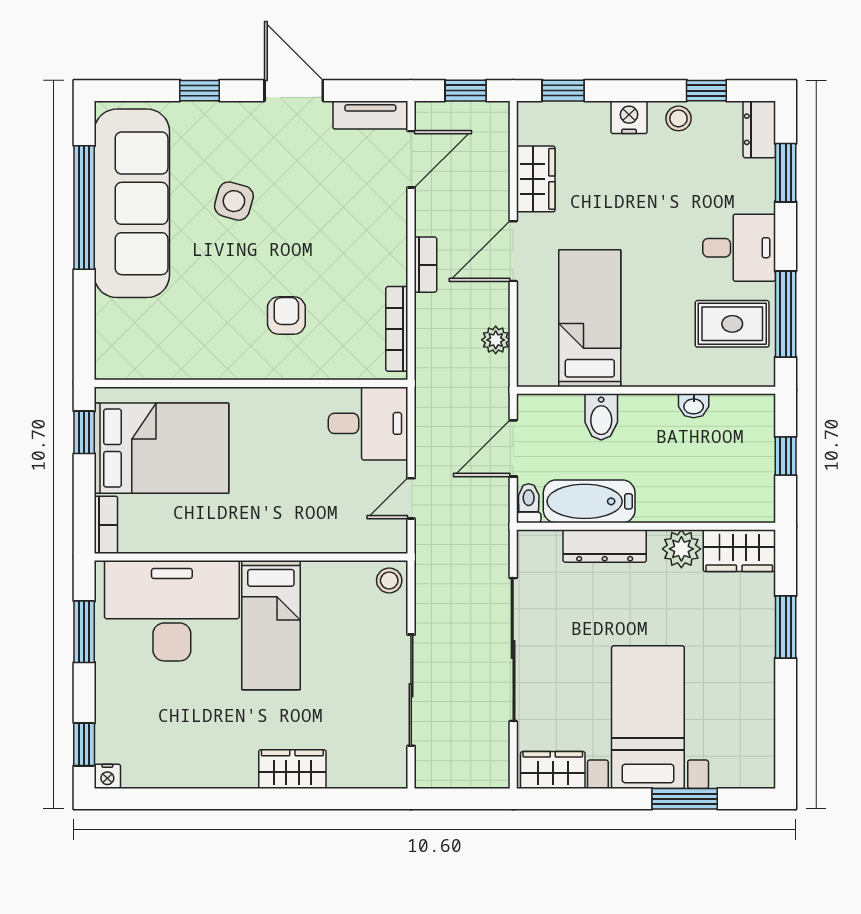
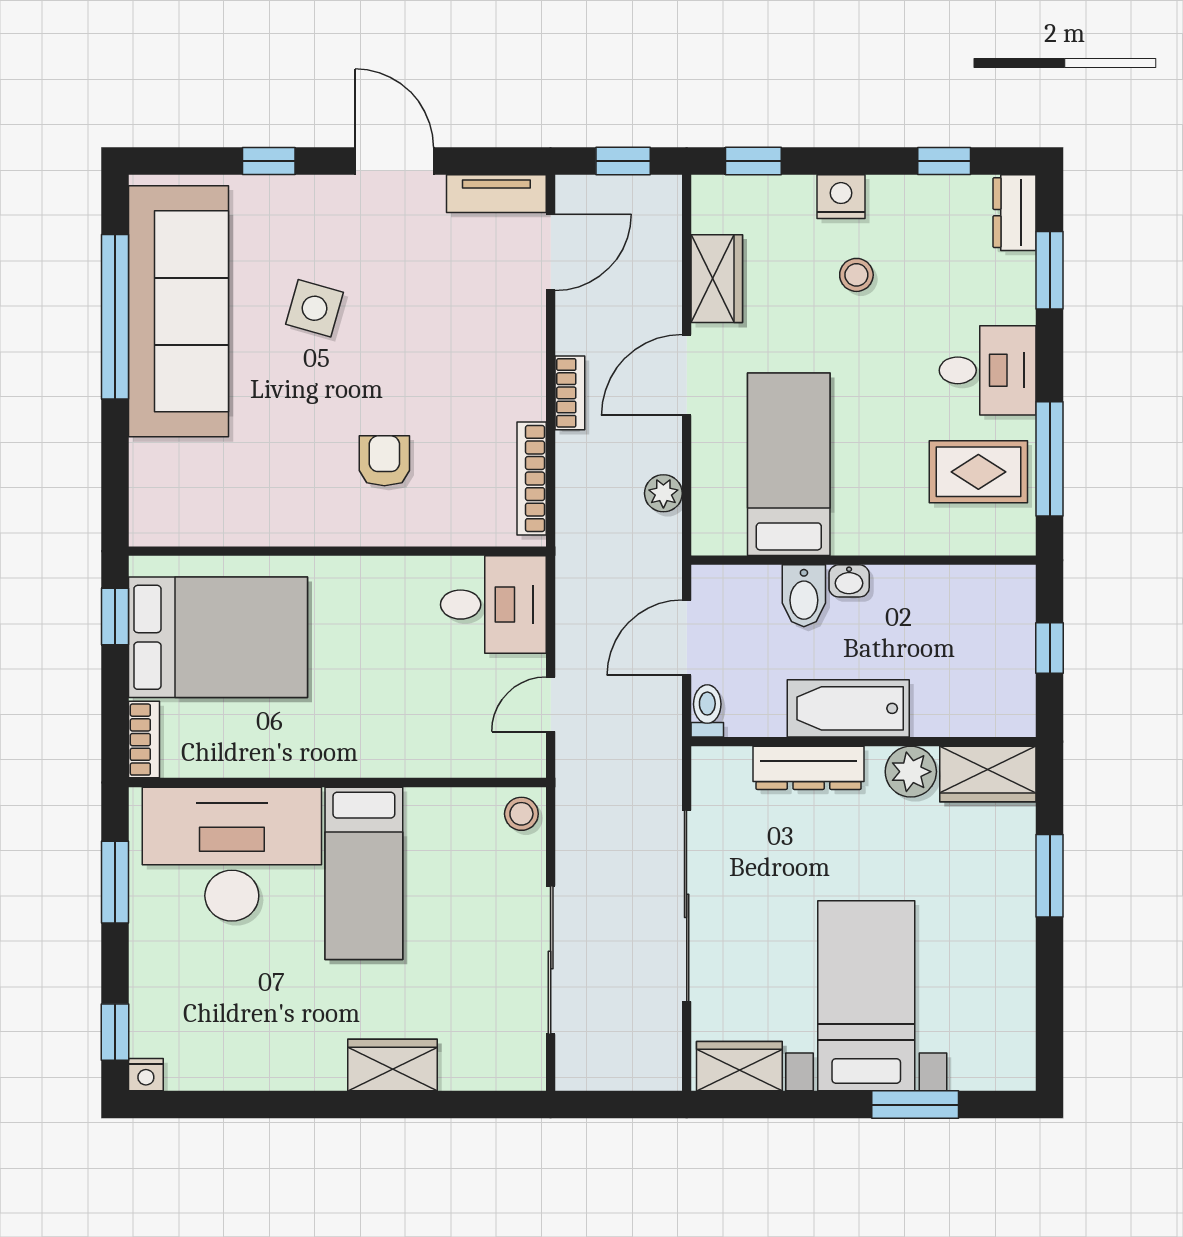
stool: (678, 118) -> (856, 275), moved
washbasin: (694, 406) -> (849, 581), moved
bathtub: (589, 501) -> (848, 708), moved

